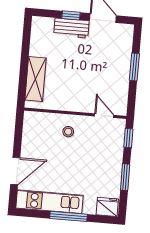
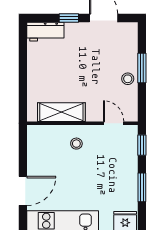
workbench: (71, 28) -> (45, 32), moved
stool: (121, 76) -> (128, 79), added
shelving: (35, 79) -> (61, 112), moved, turned 90

